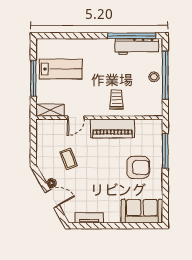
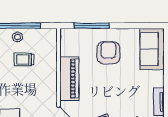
trolley: (116, 100) -> (24, 60), moved

